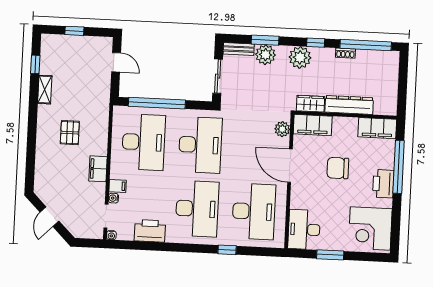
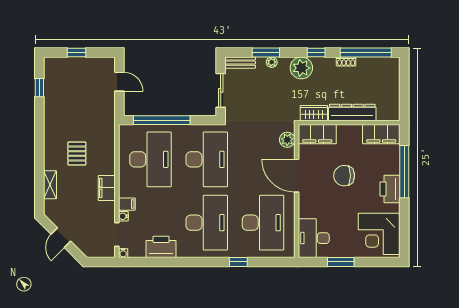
plant: (265, 55) -> (272, 62), width x0.53, depth x0.53
shelving: (45, 90) -> (50, 185), moved

